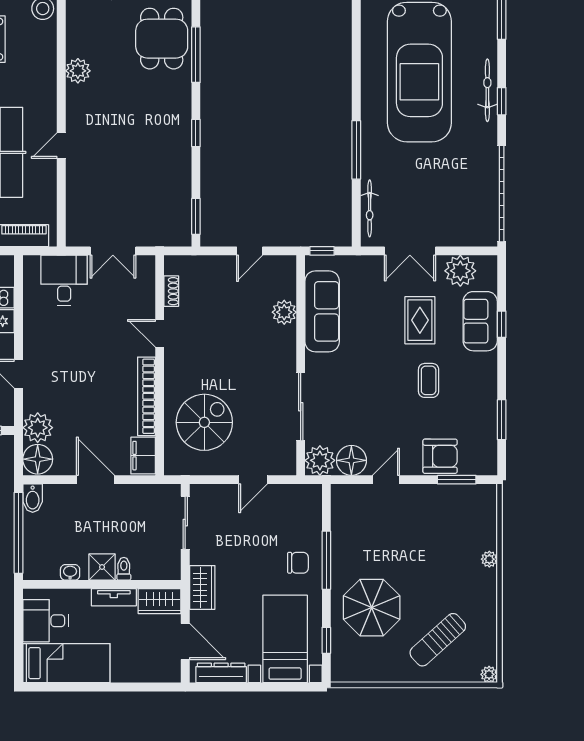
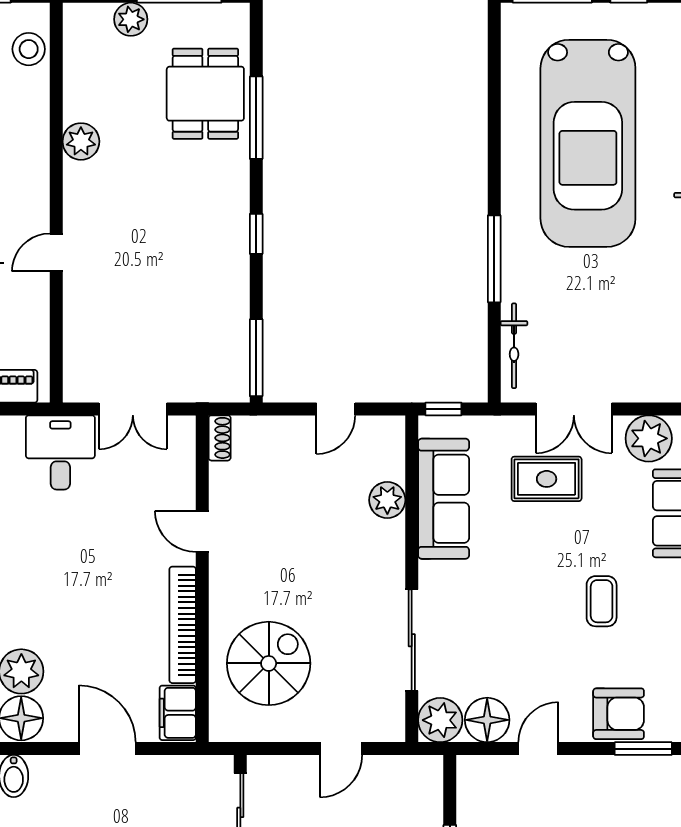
window: (196, 216) -> (256, 358), width x1.44
shoe rack: (171, 291) -> (220, 438), moved
rug: (420, 320) -> (547, 479), moved, turned 90

